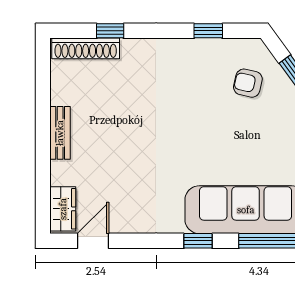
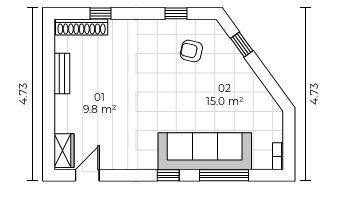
armchair: (248, 83) -> (191, 51), moved
bench: (60, 133) -> (62, 74), moved

